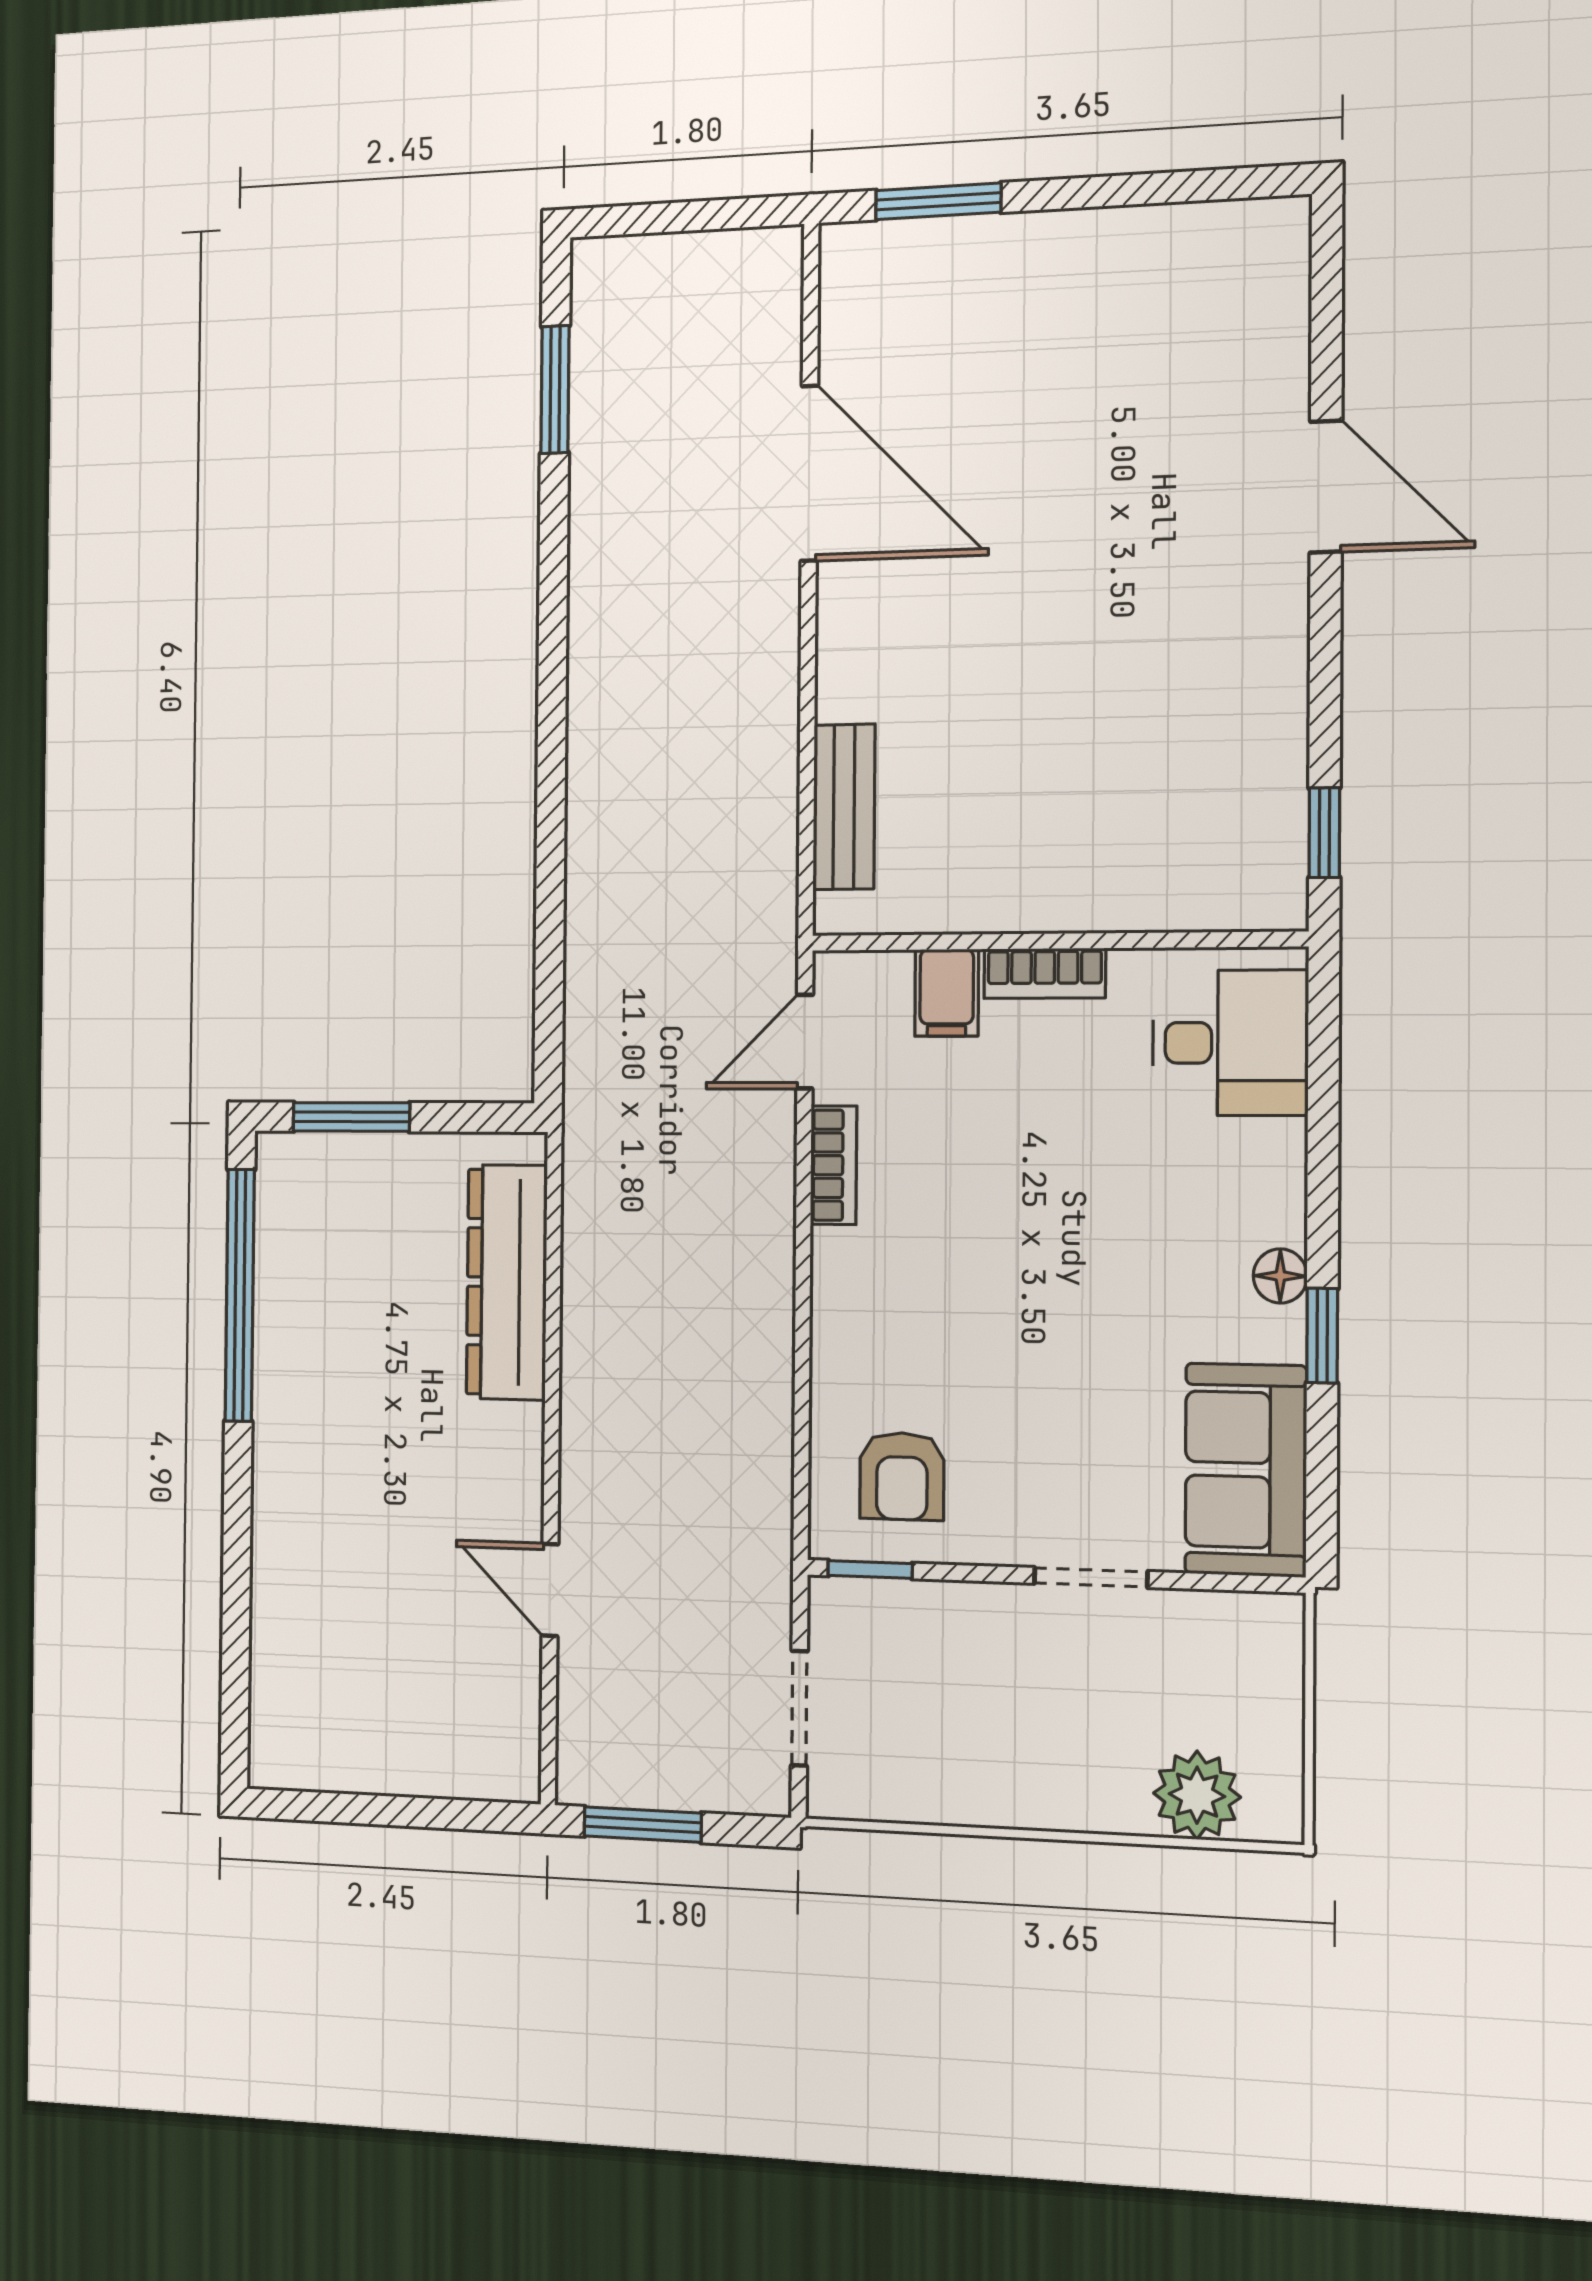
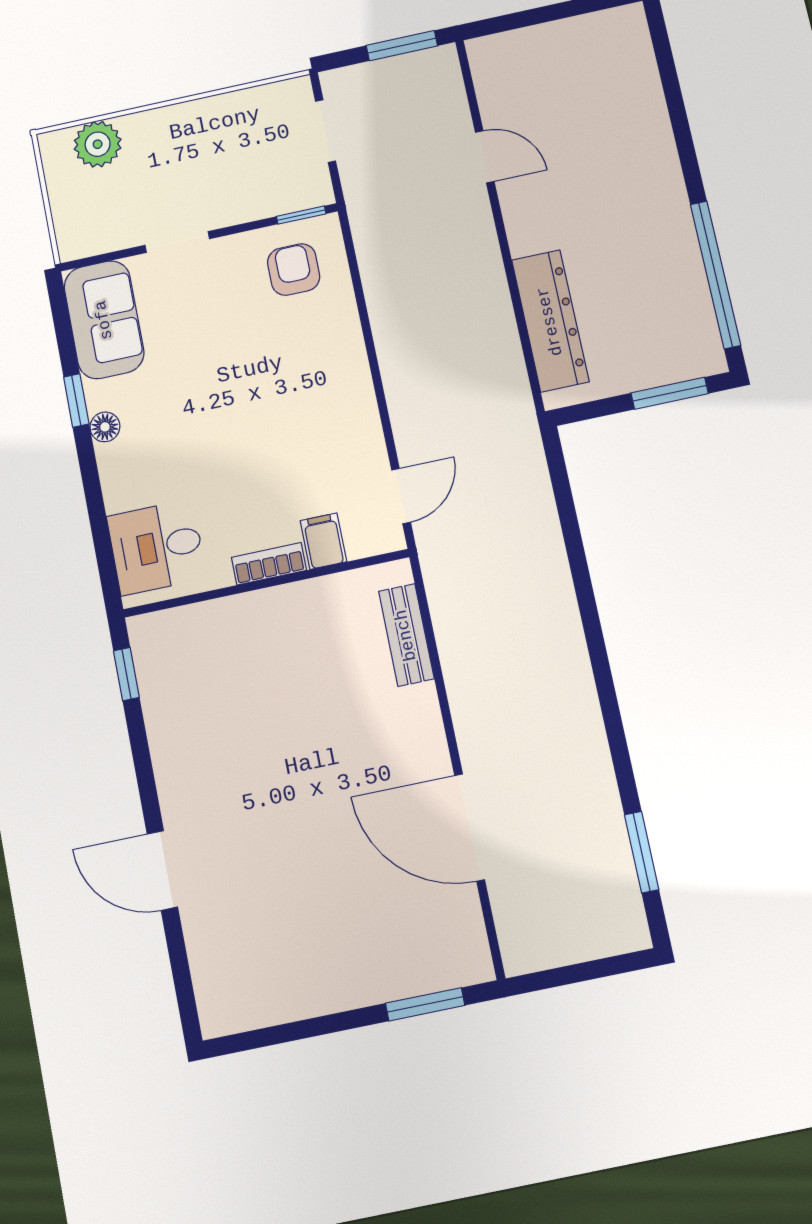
bookcase: (834, 1165) -> (369, 430), removed

